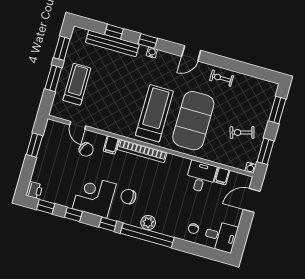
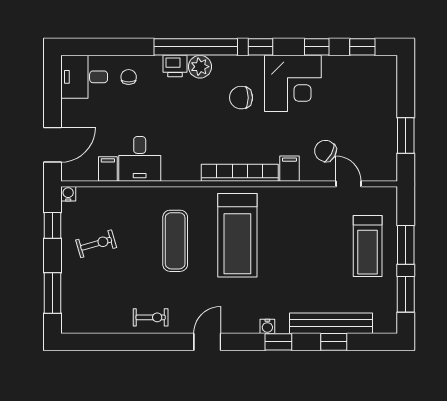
exercise mat: (193, 121) -> (175, 241), width x0.50, depth x0.69
window: (266, 151) -> (52, 225), width x0.67
printer: (34, 190) -> (175, 66), moved, turned -90
chair: (128, 197) -> (241, 98), turned 180

